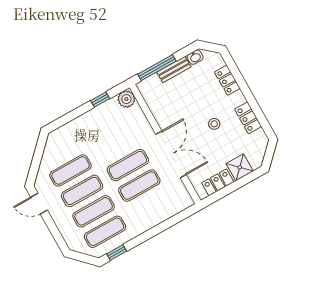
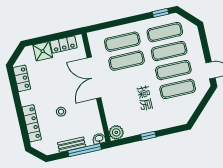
washbasin: (195, 57) -> (99, 139), moved
locker: (227, 80) -> (32, 123), width x1.53
window: (100, 100) -> (148, 136), moved
locker: (248, 118) -> (22, 78), moved
stool: (214, 124) -> (61, 112), moved
exercise mat: (128, 165) -> (122, 42), moved

